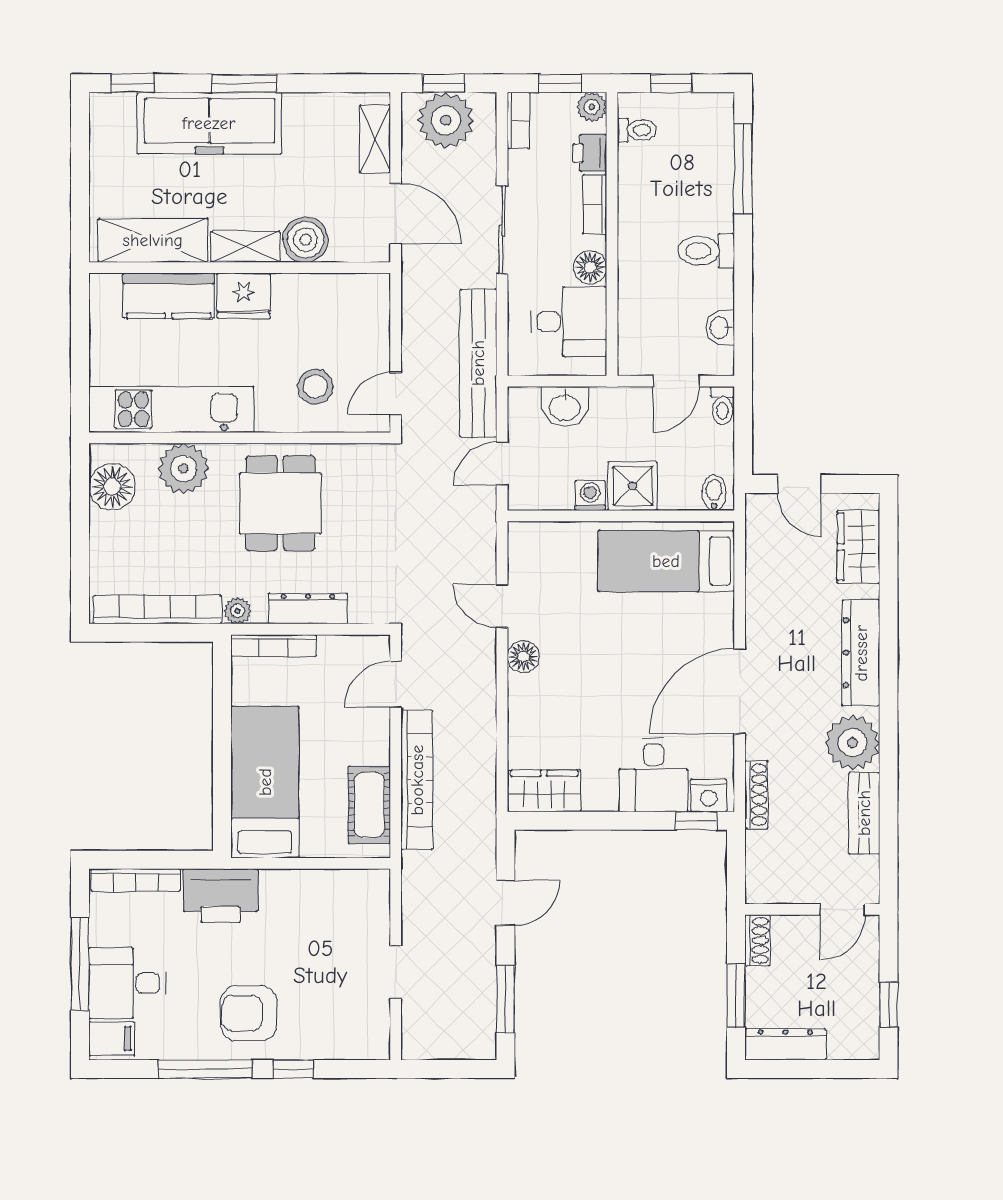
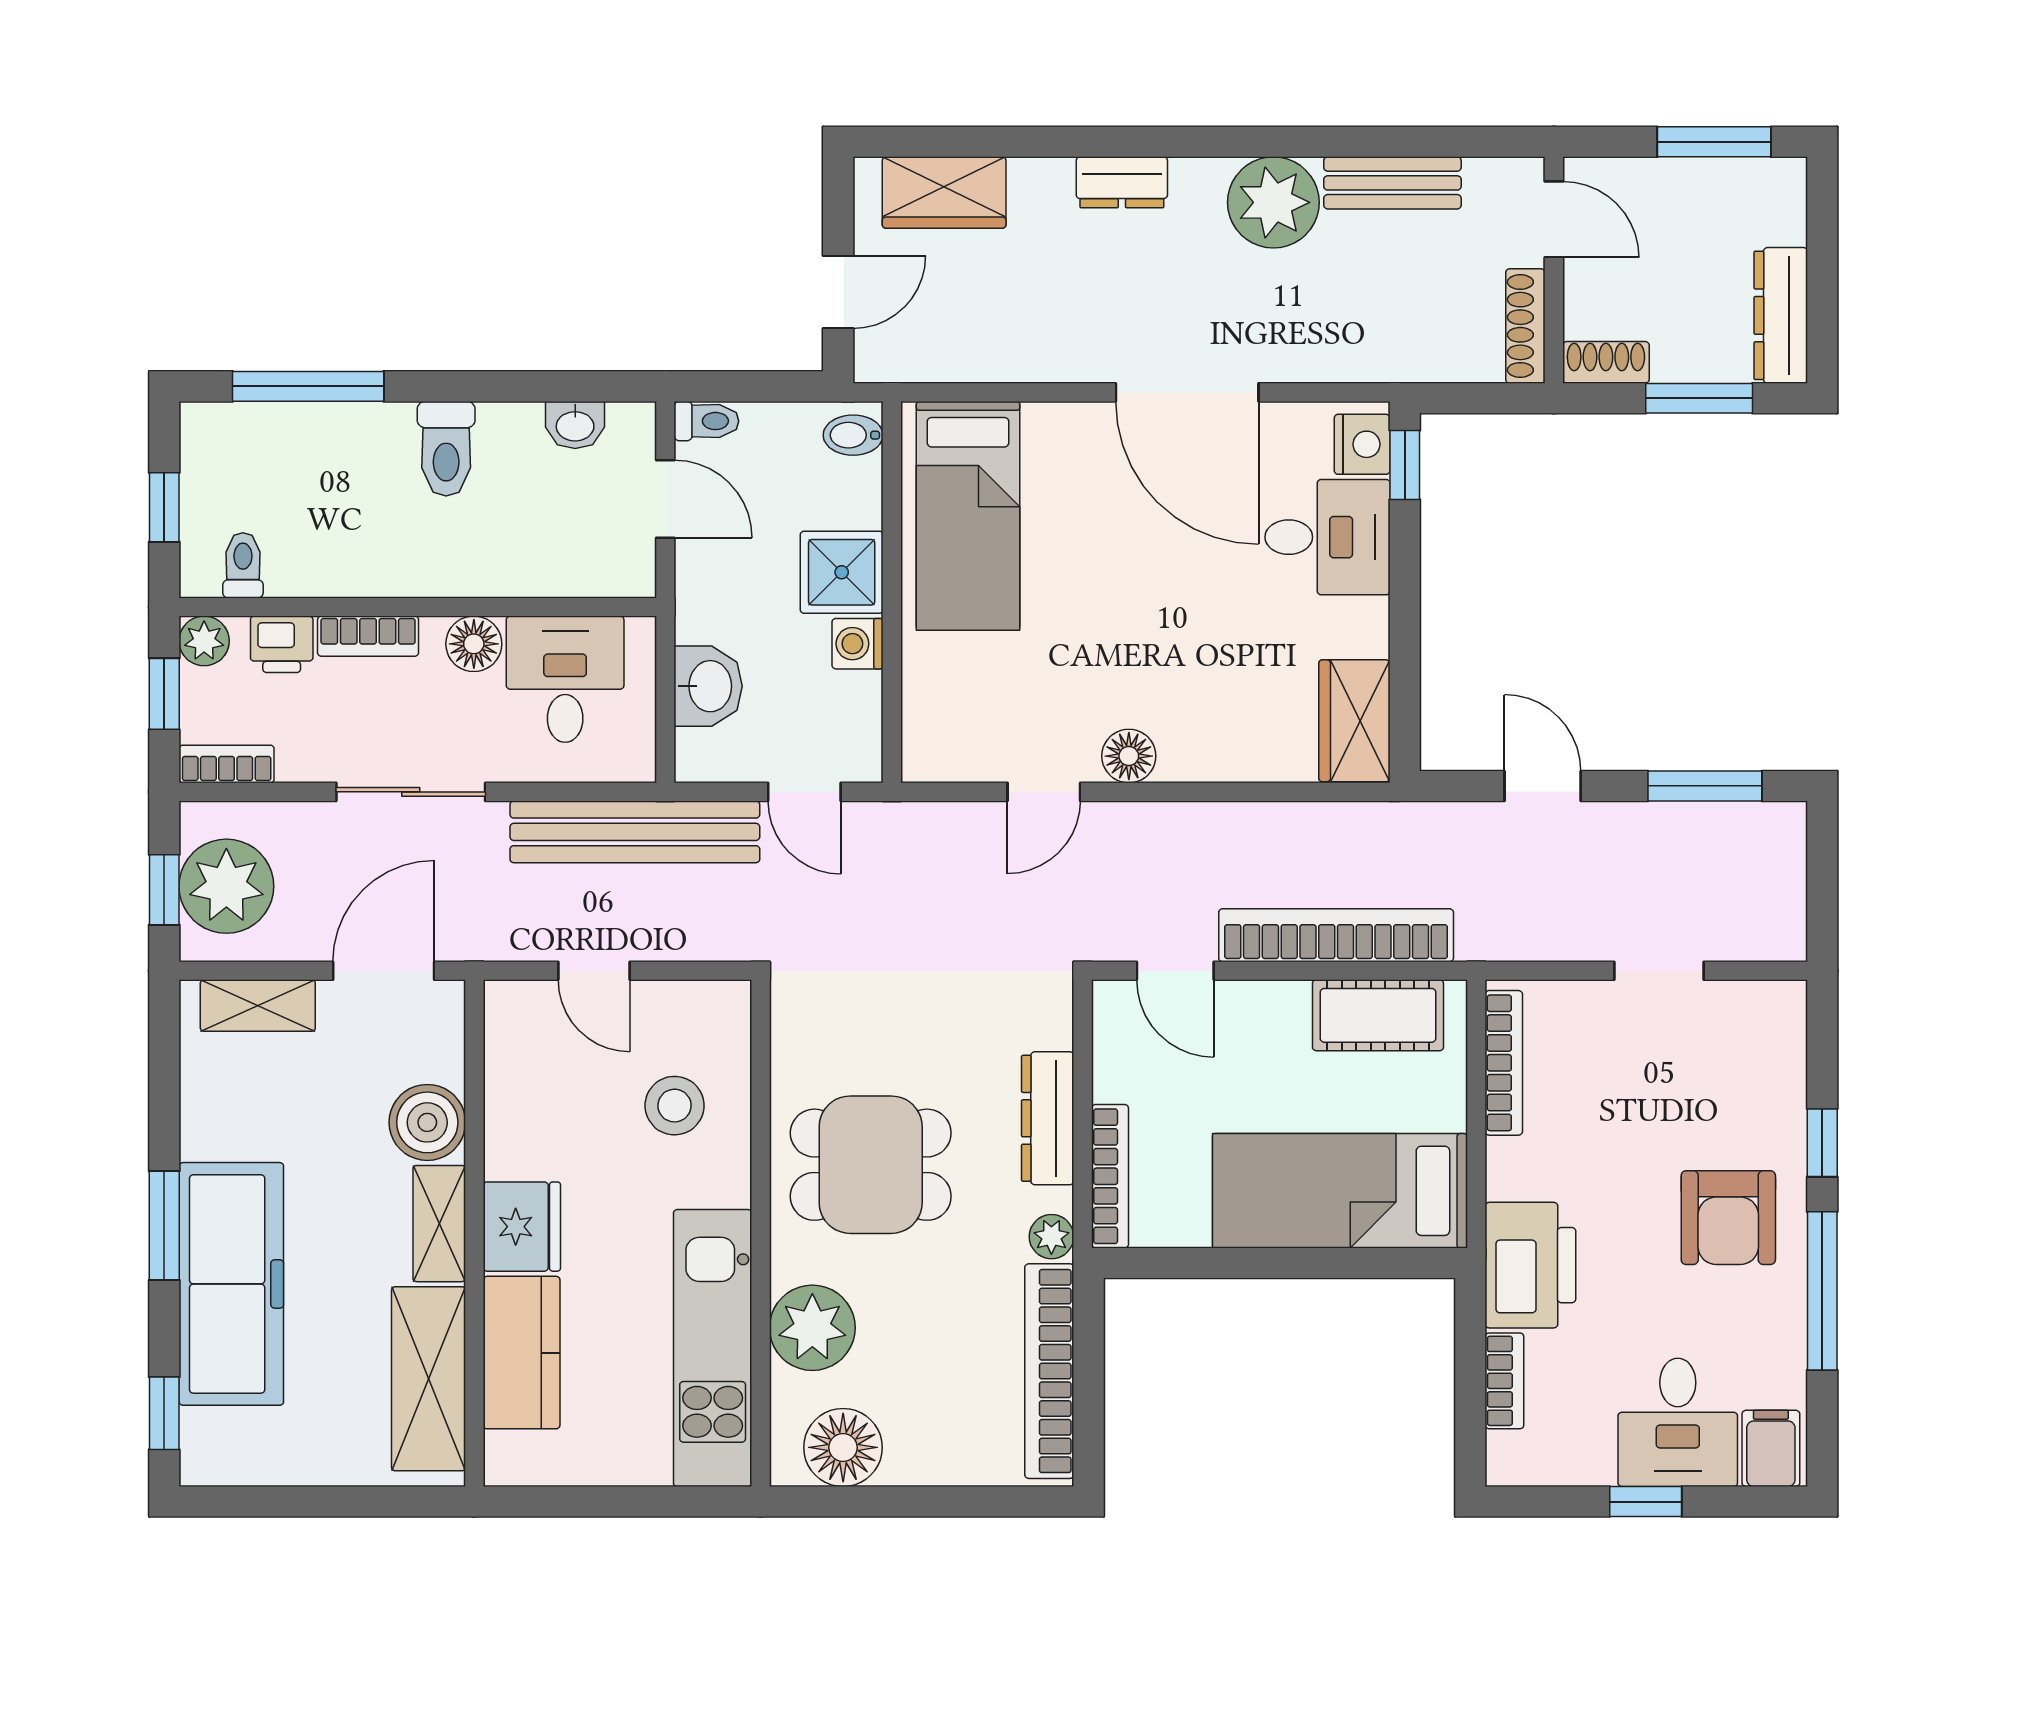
door: (396, 394) -> (594, 971), moved
dresser: (861, 653) -> (1122, 182), width x0.51, depth x0.80
shoe rack: (756, 795) -> (1525, 326), moved, turned -90
bookcase: (136, 880) -> (1504, 1381), width x0.64
bookcase: (341, 880) -> (1504, 1063), added
window: (80, 964) -> (1646, 1502), width x0.46
window: (889, 1005) -> (1714, 142), width x1.50

